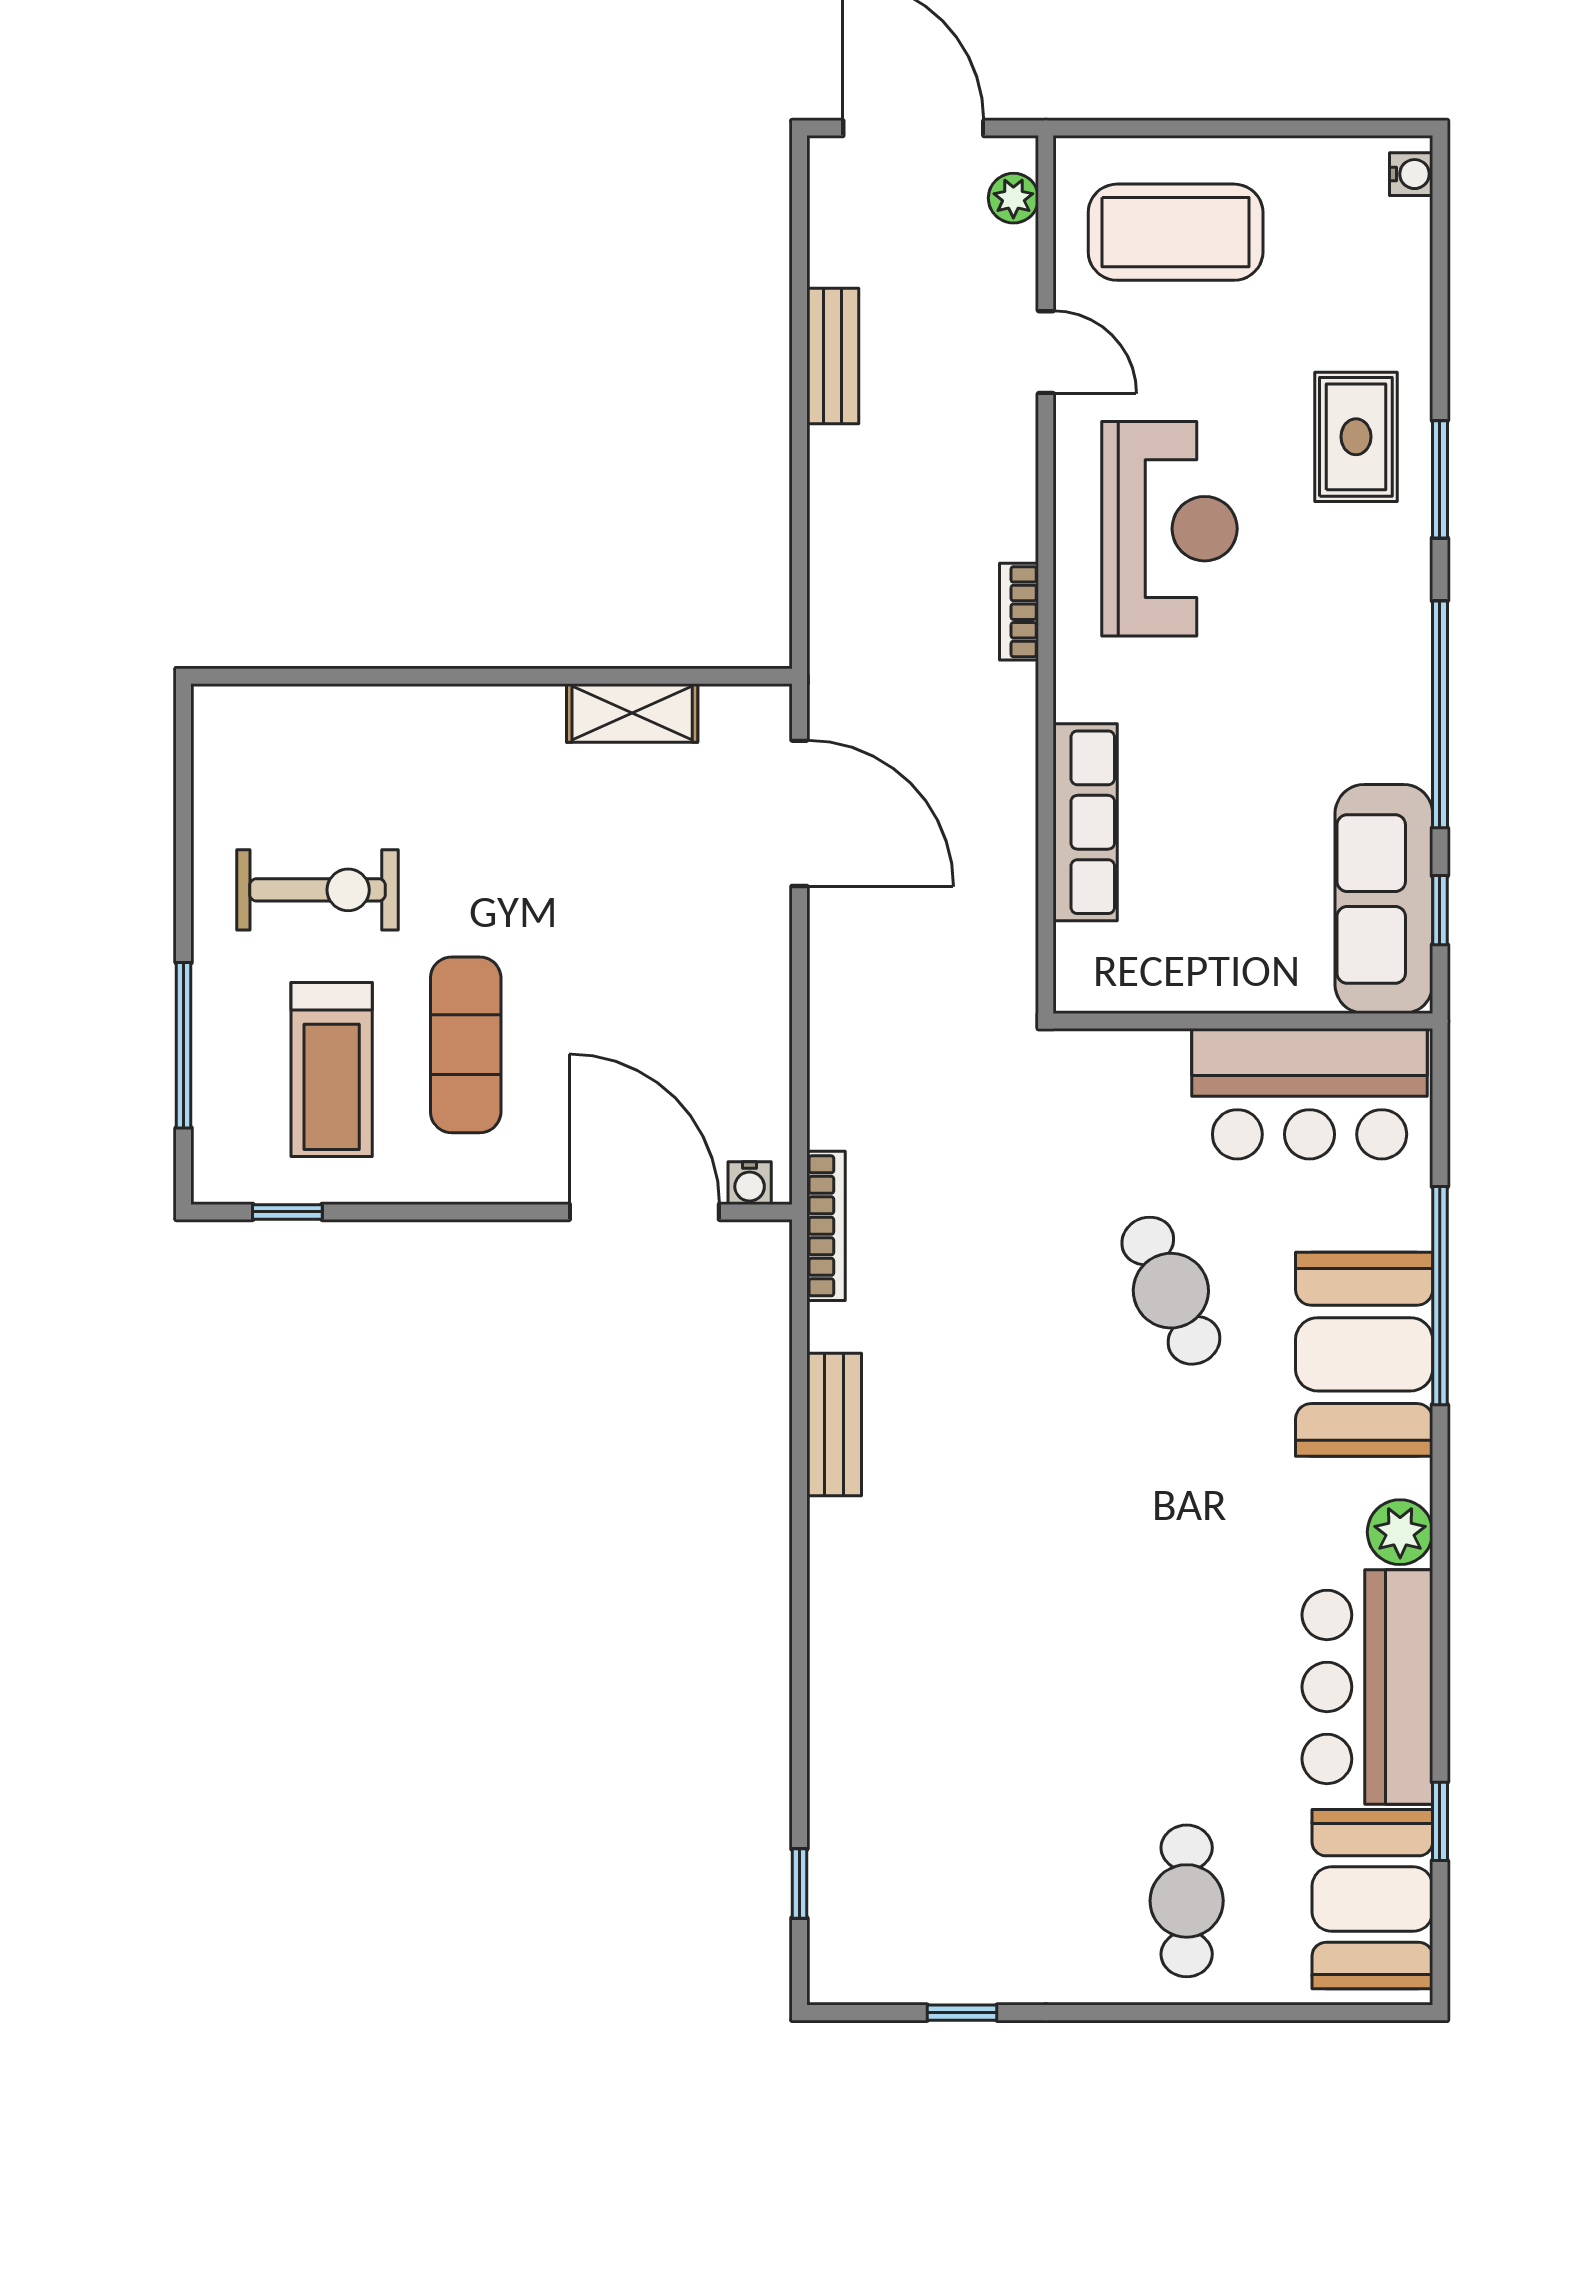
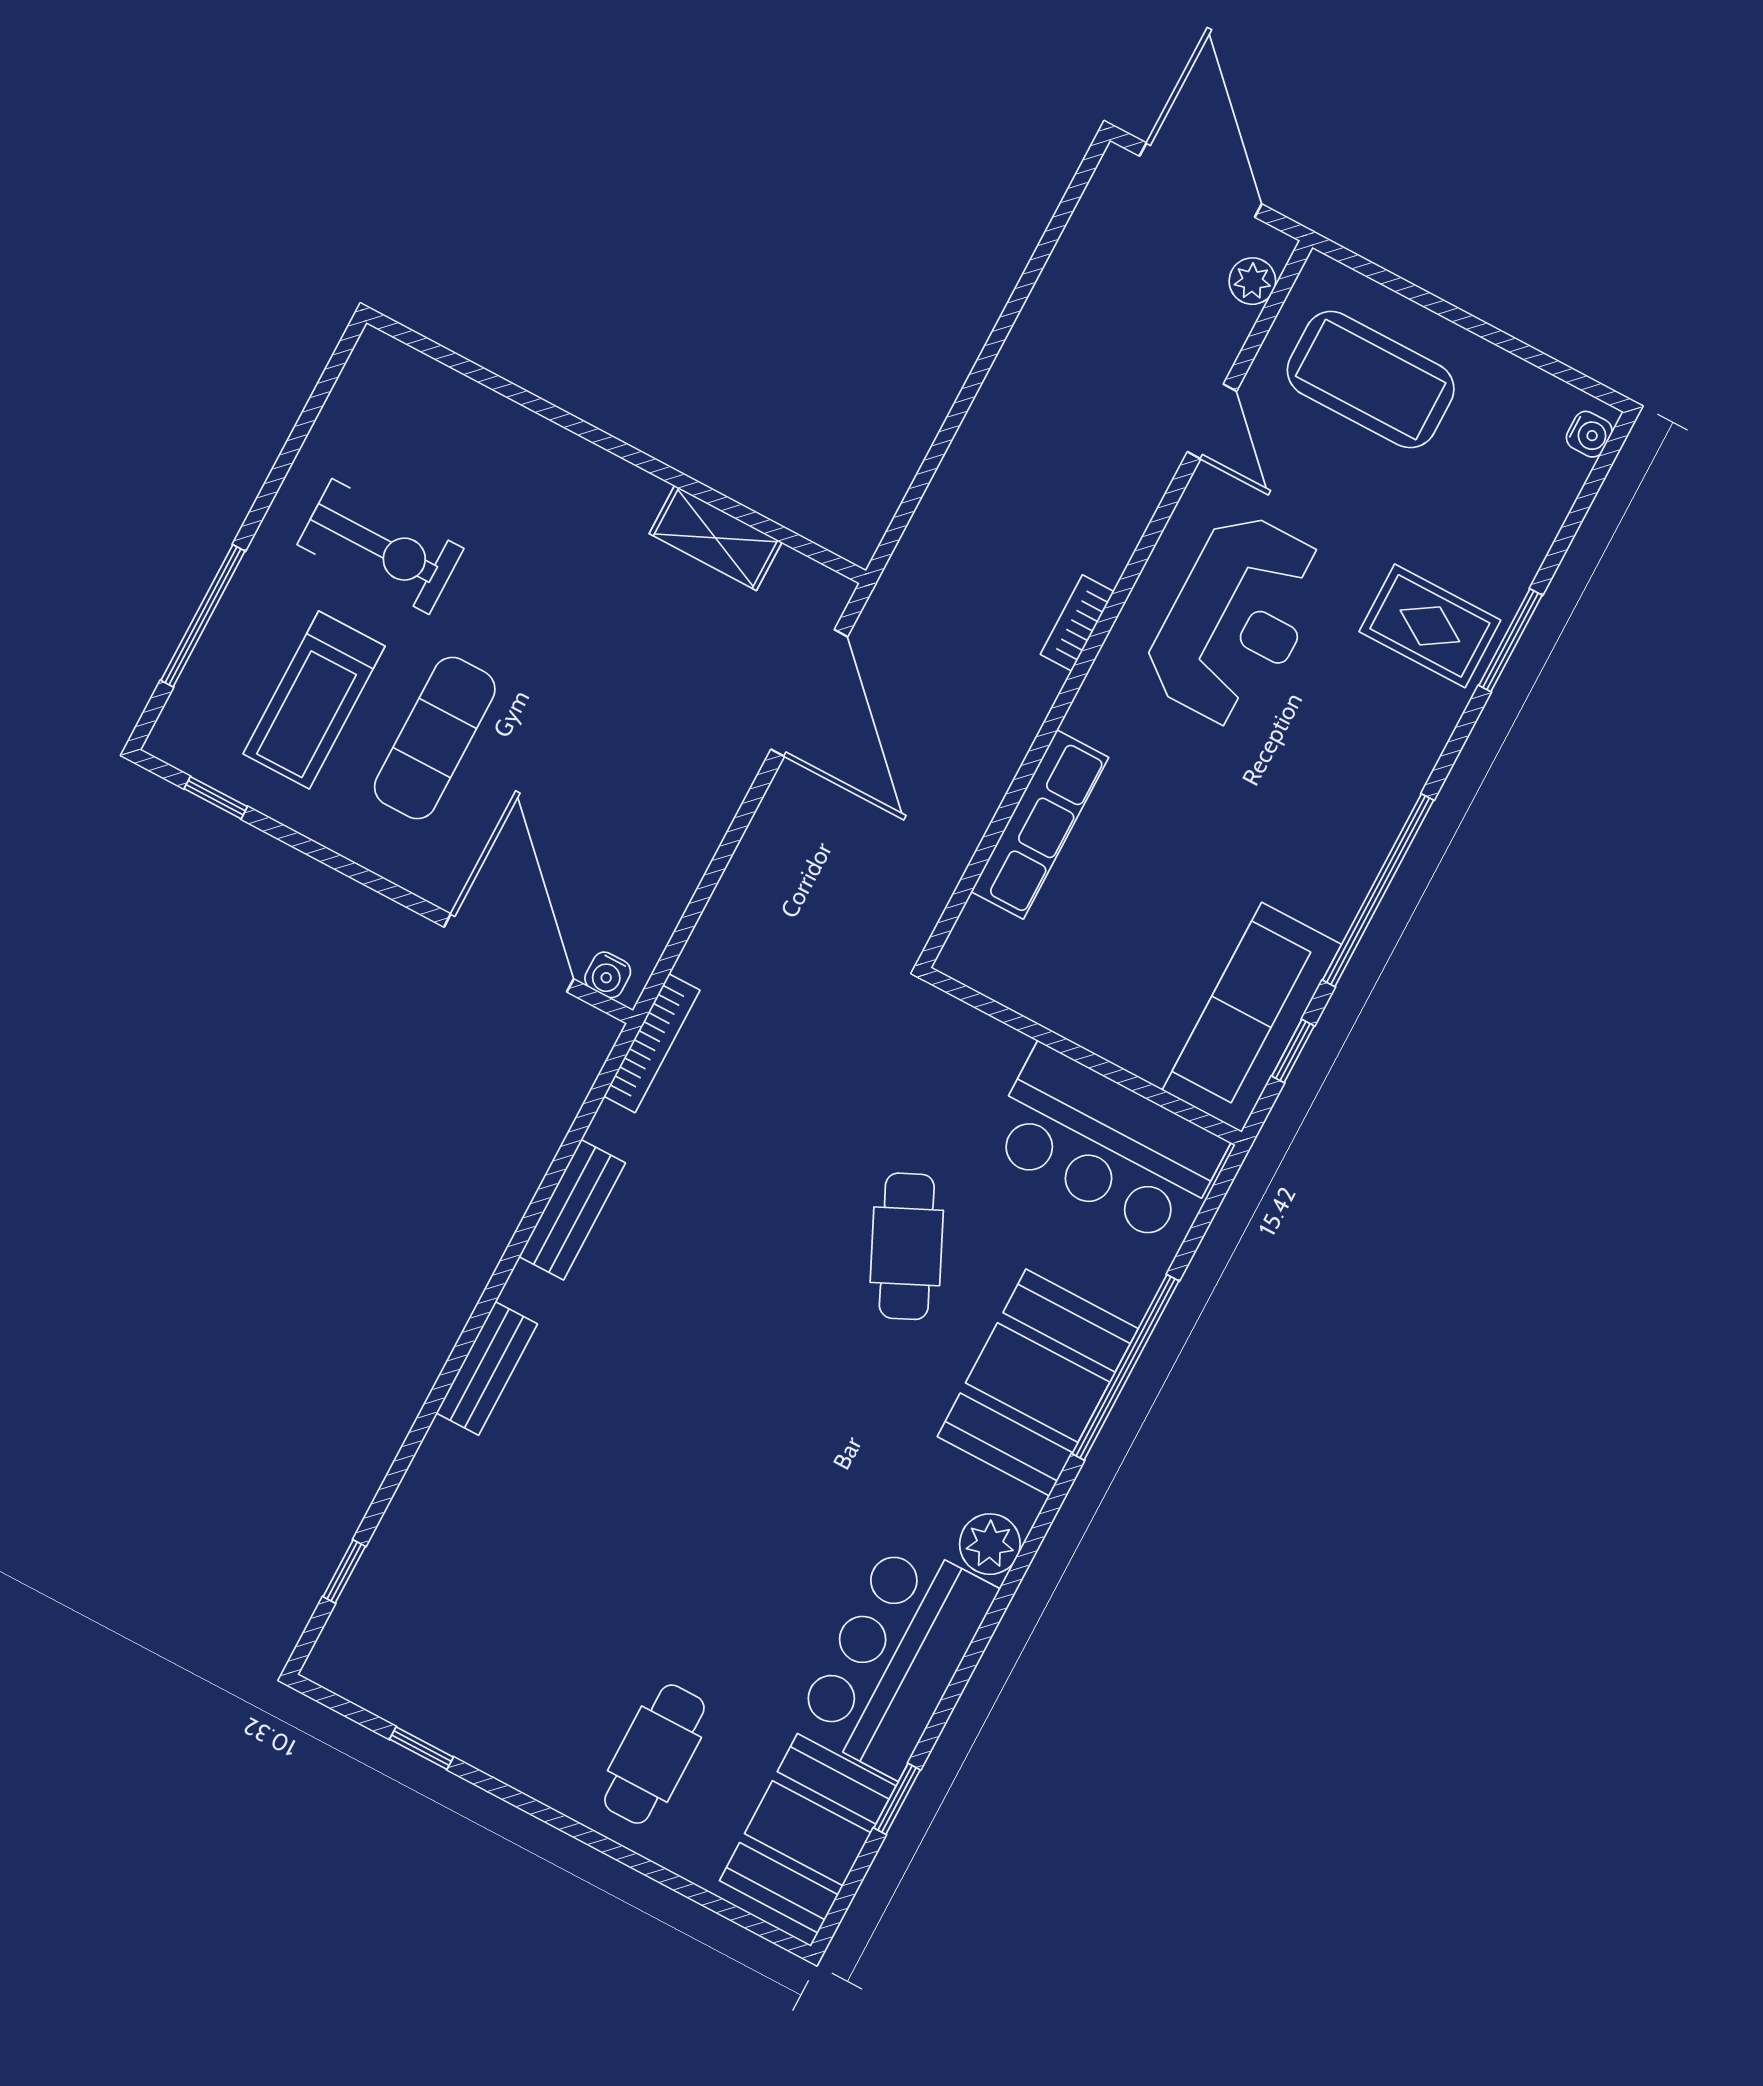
bench: (833, 356) -> (487, 1368), moved
rug: (1356, 437) -> (1430, 626), turned 90
window: (1440, 479) -> (1510, 640), moved

